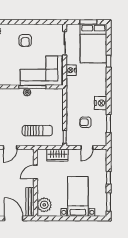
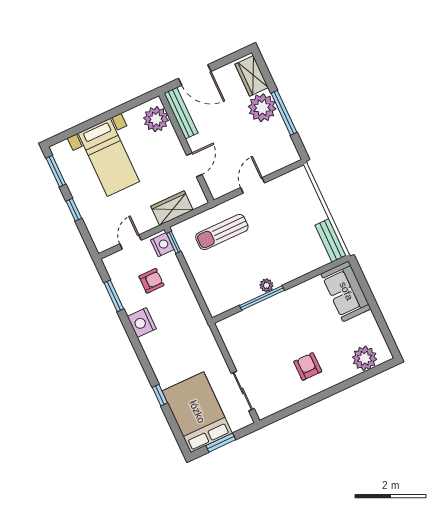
nightstand: (71, 70) -> (162, 245), moved
corner sofa: (41, 71) -> (260, 330), removed

